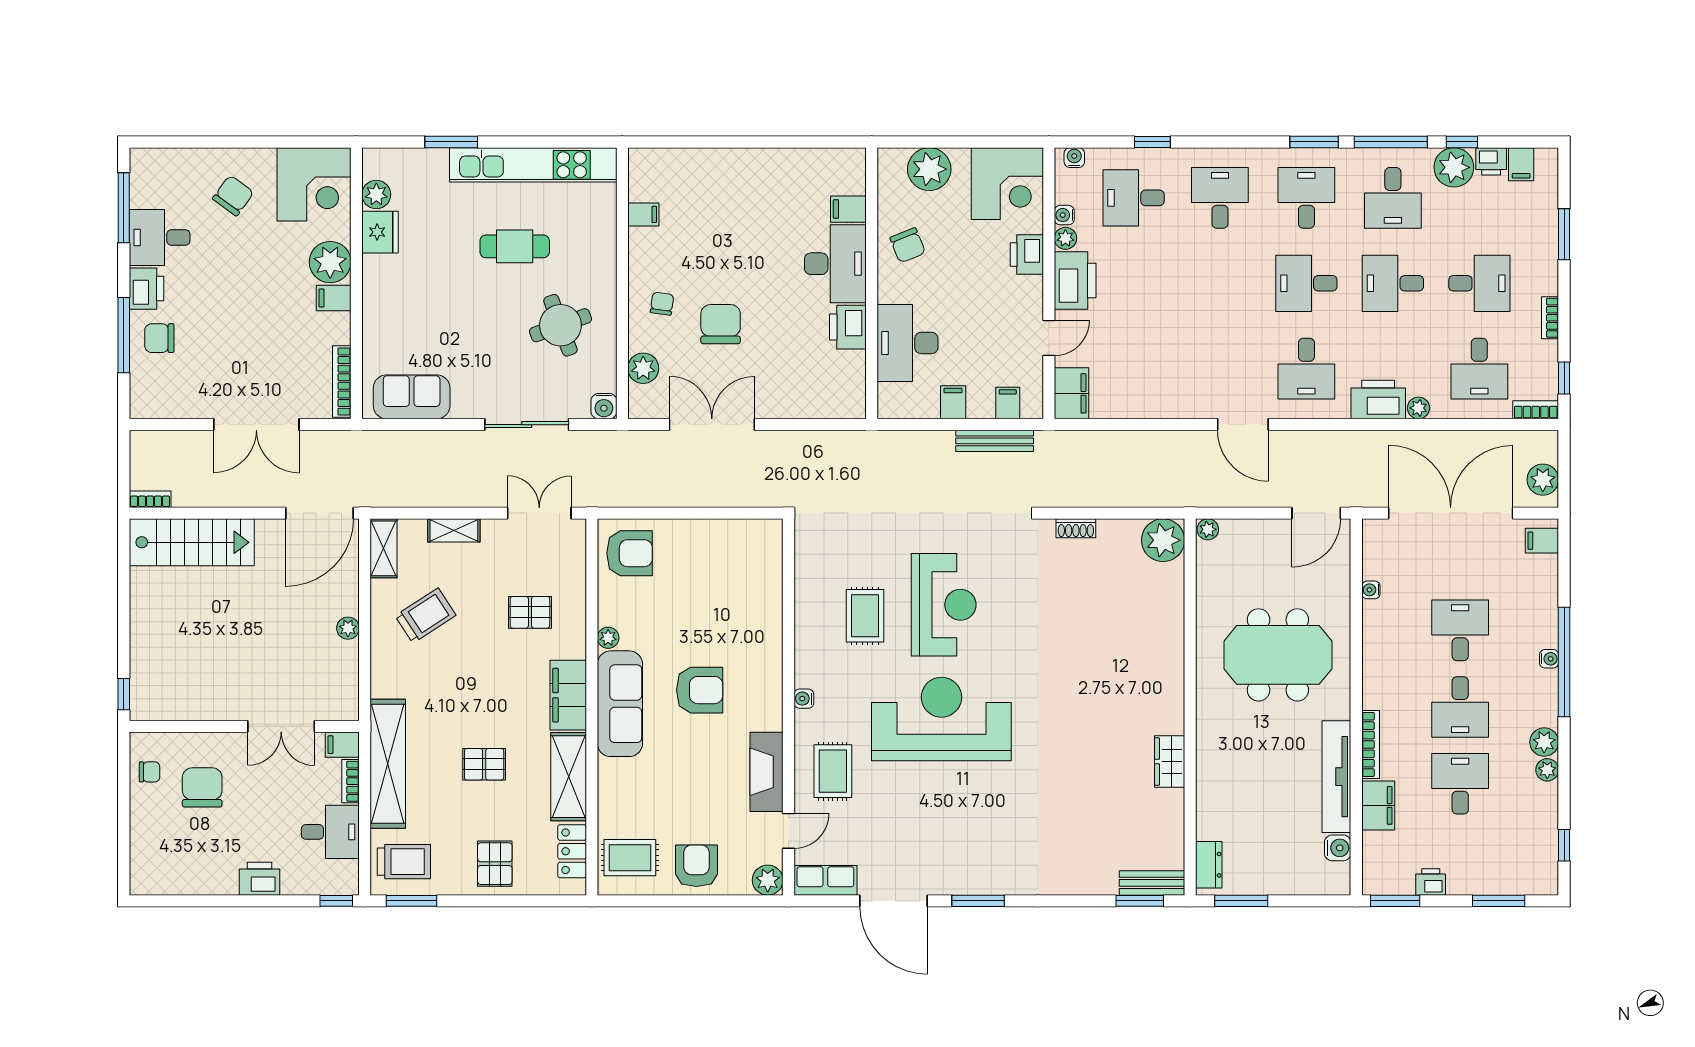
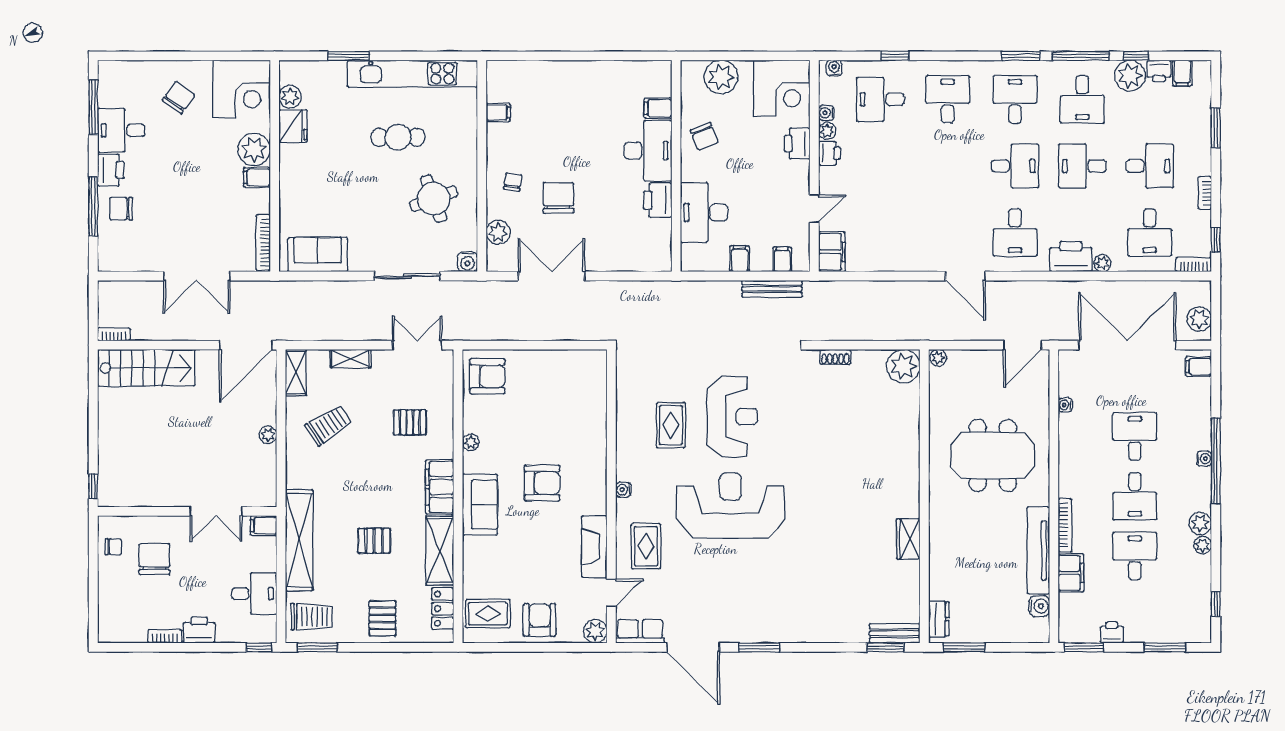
printer: (1075, 280) -> (829, 153), width x0.53, depth x0.68
desk: (1306, 283) -> (1015, 166), turned 180
sofa: (620, 704) -> (480, 505), width x0.73
bookcase: (350, 781) -> (165, 636), moved, turned 90

